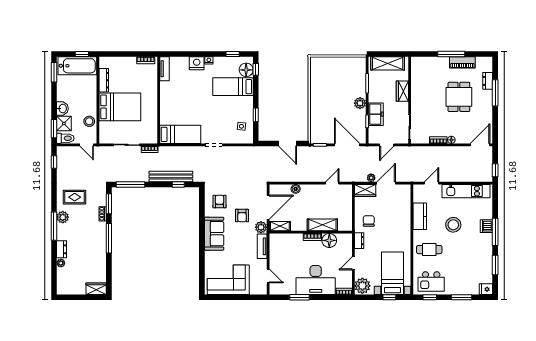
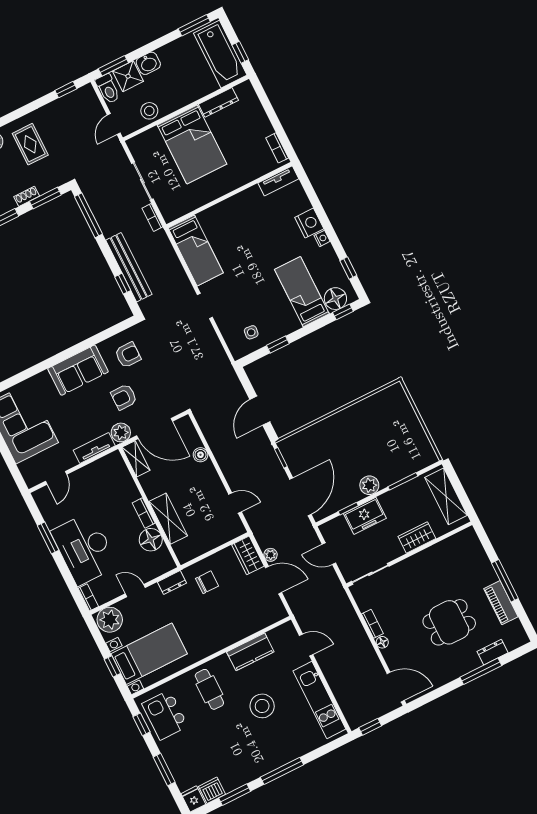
dishwasher: (486, 226) -> (212, 790), moved

